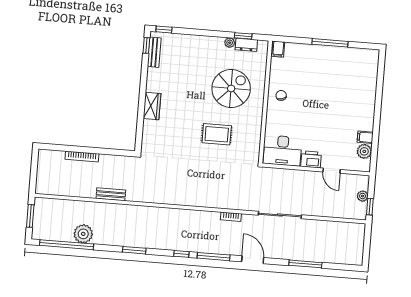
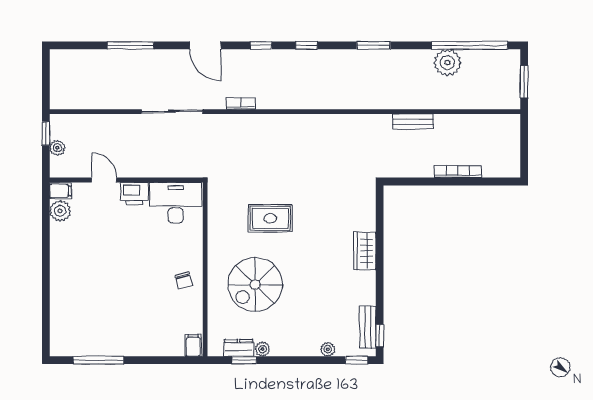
plant: (184, 39) -> (328, 349), added
window: (330, 43) -> (98, 360), moved
filing cabinet: (365, 137) -> (60, 191), moved
window: (214, 257) -> (261, 45), width x0.46

